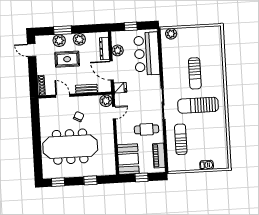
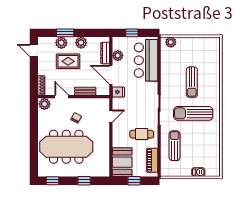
plant: (106, 101) -> (44, 104), moved

